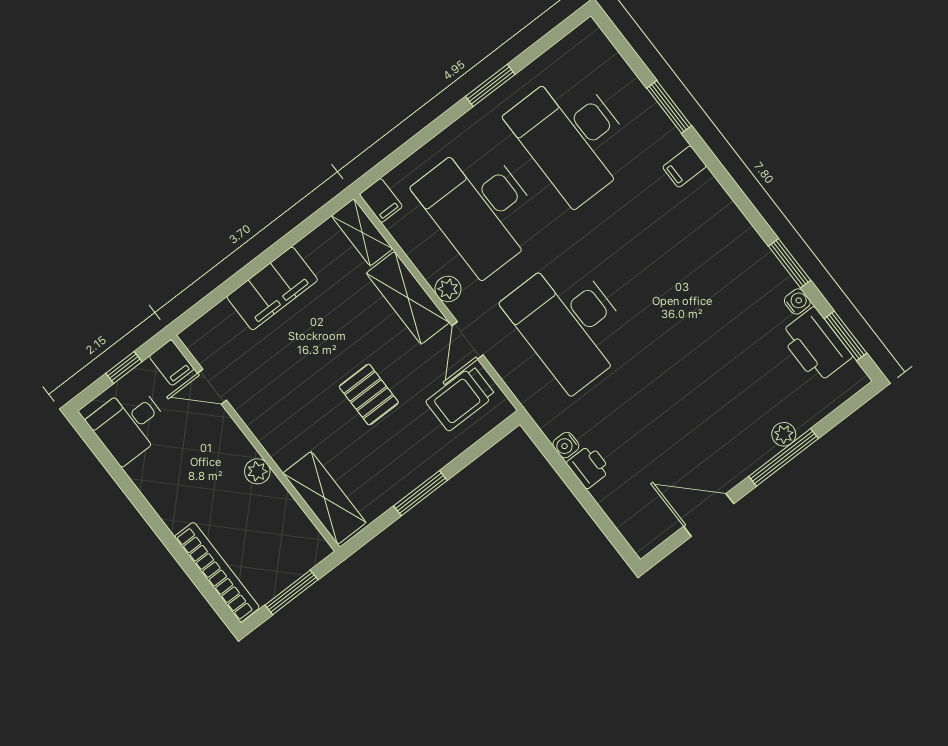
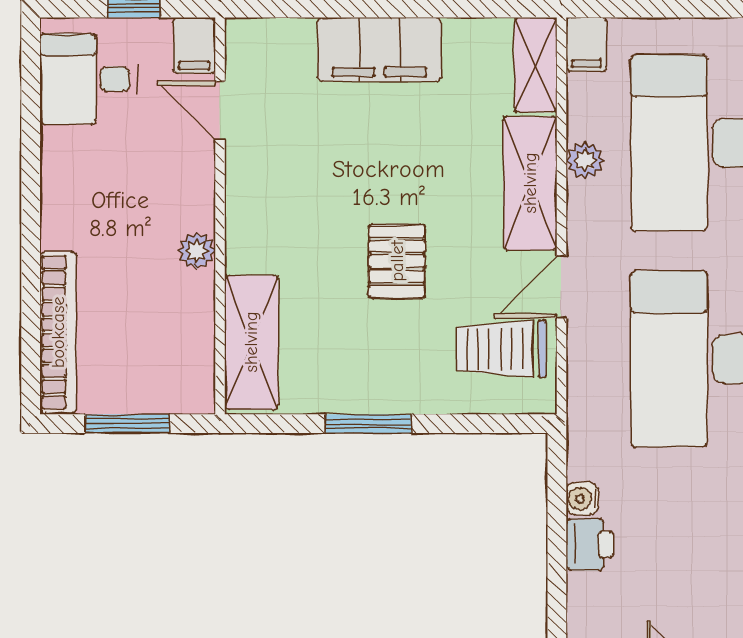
plant: (448, 289) -> (585, 160), moved

